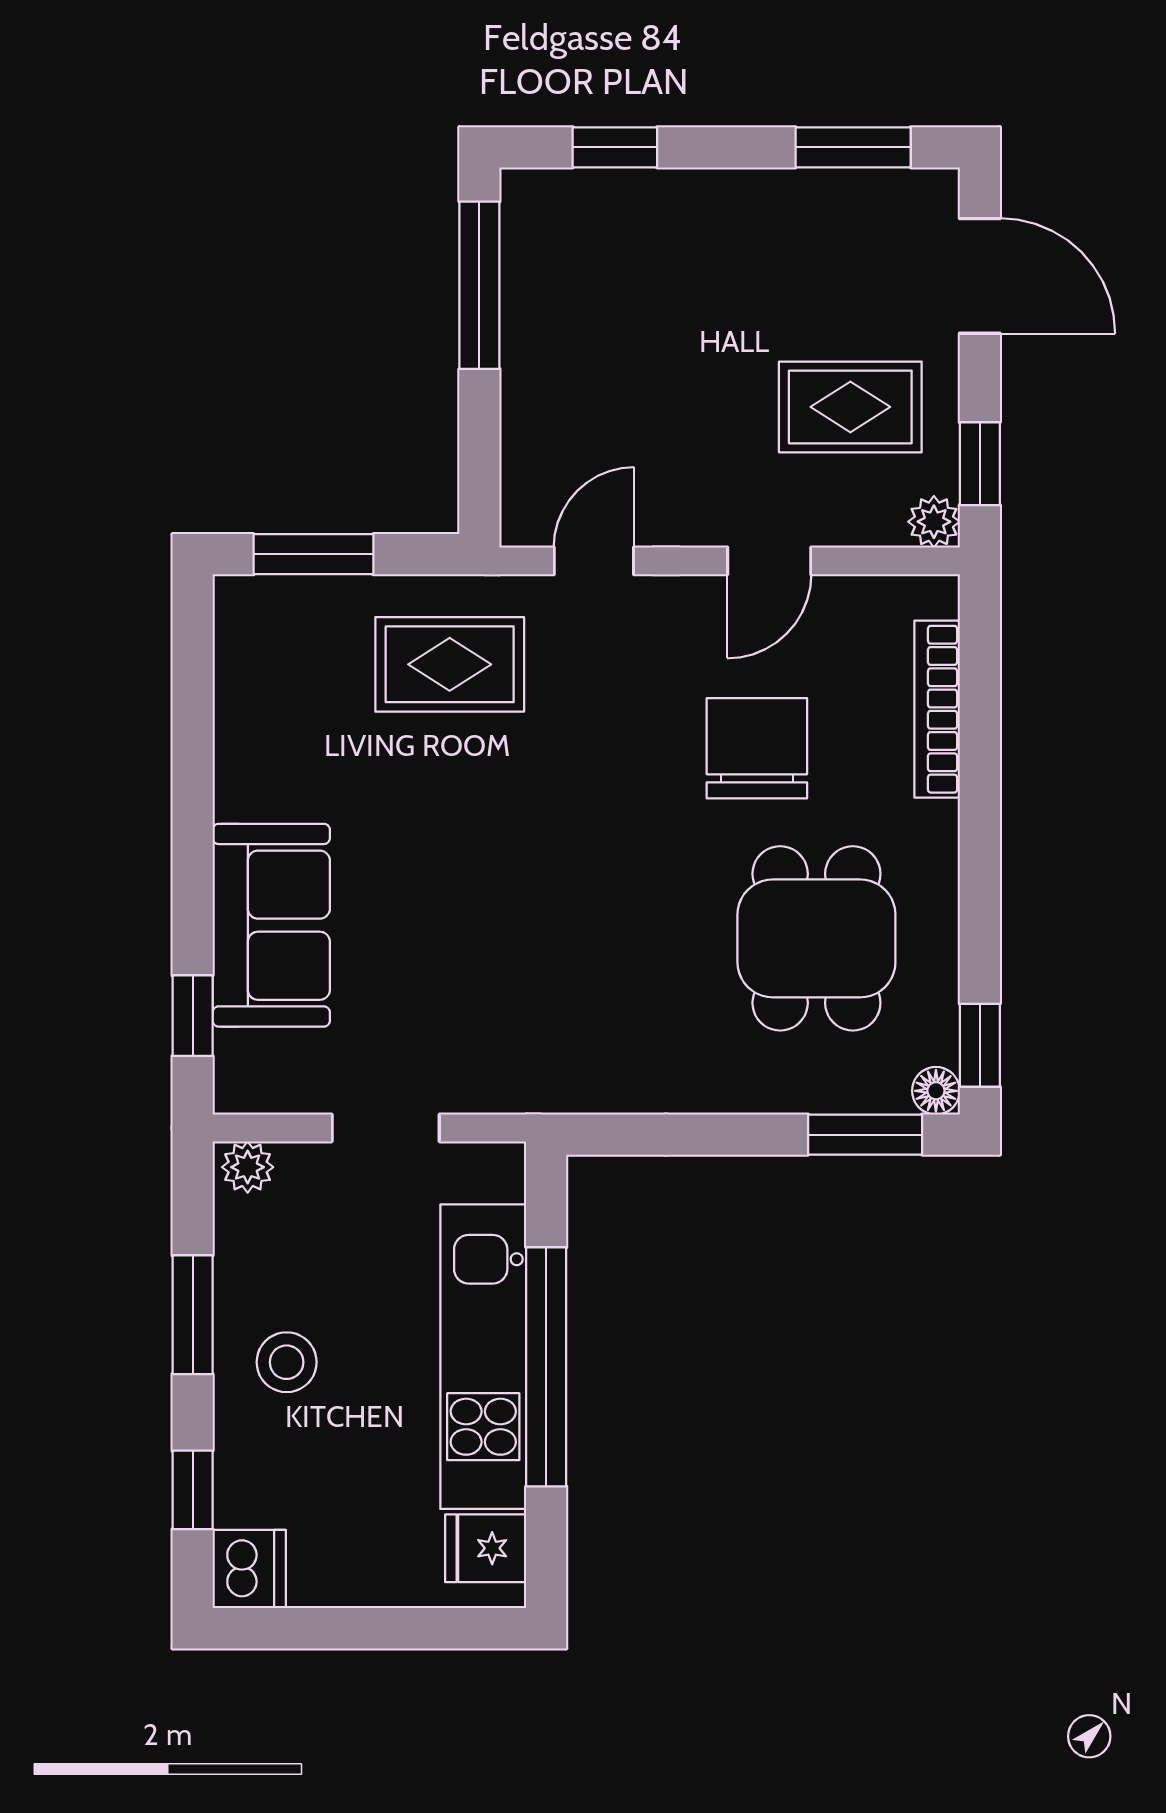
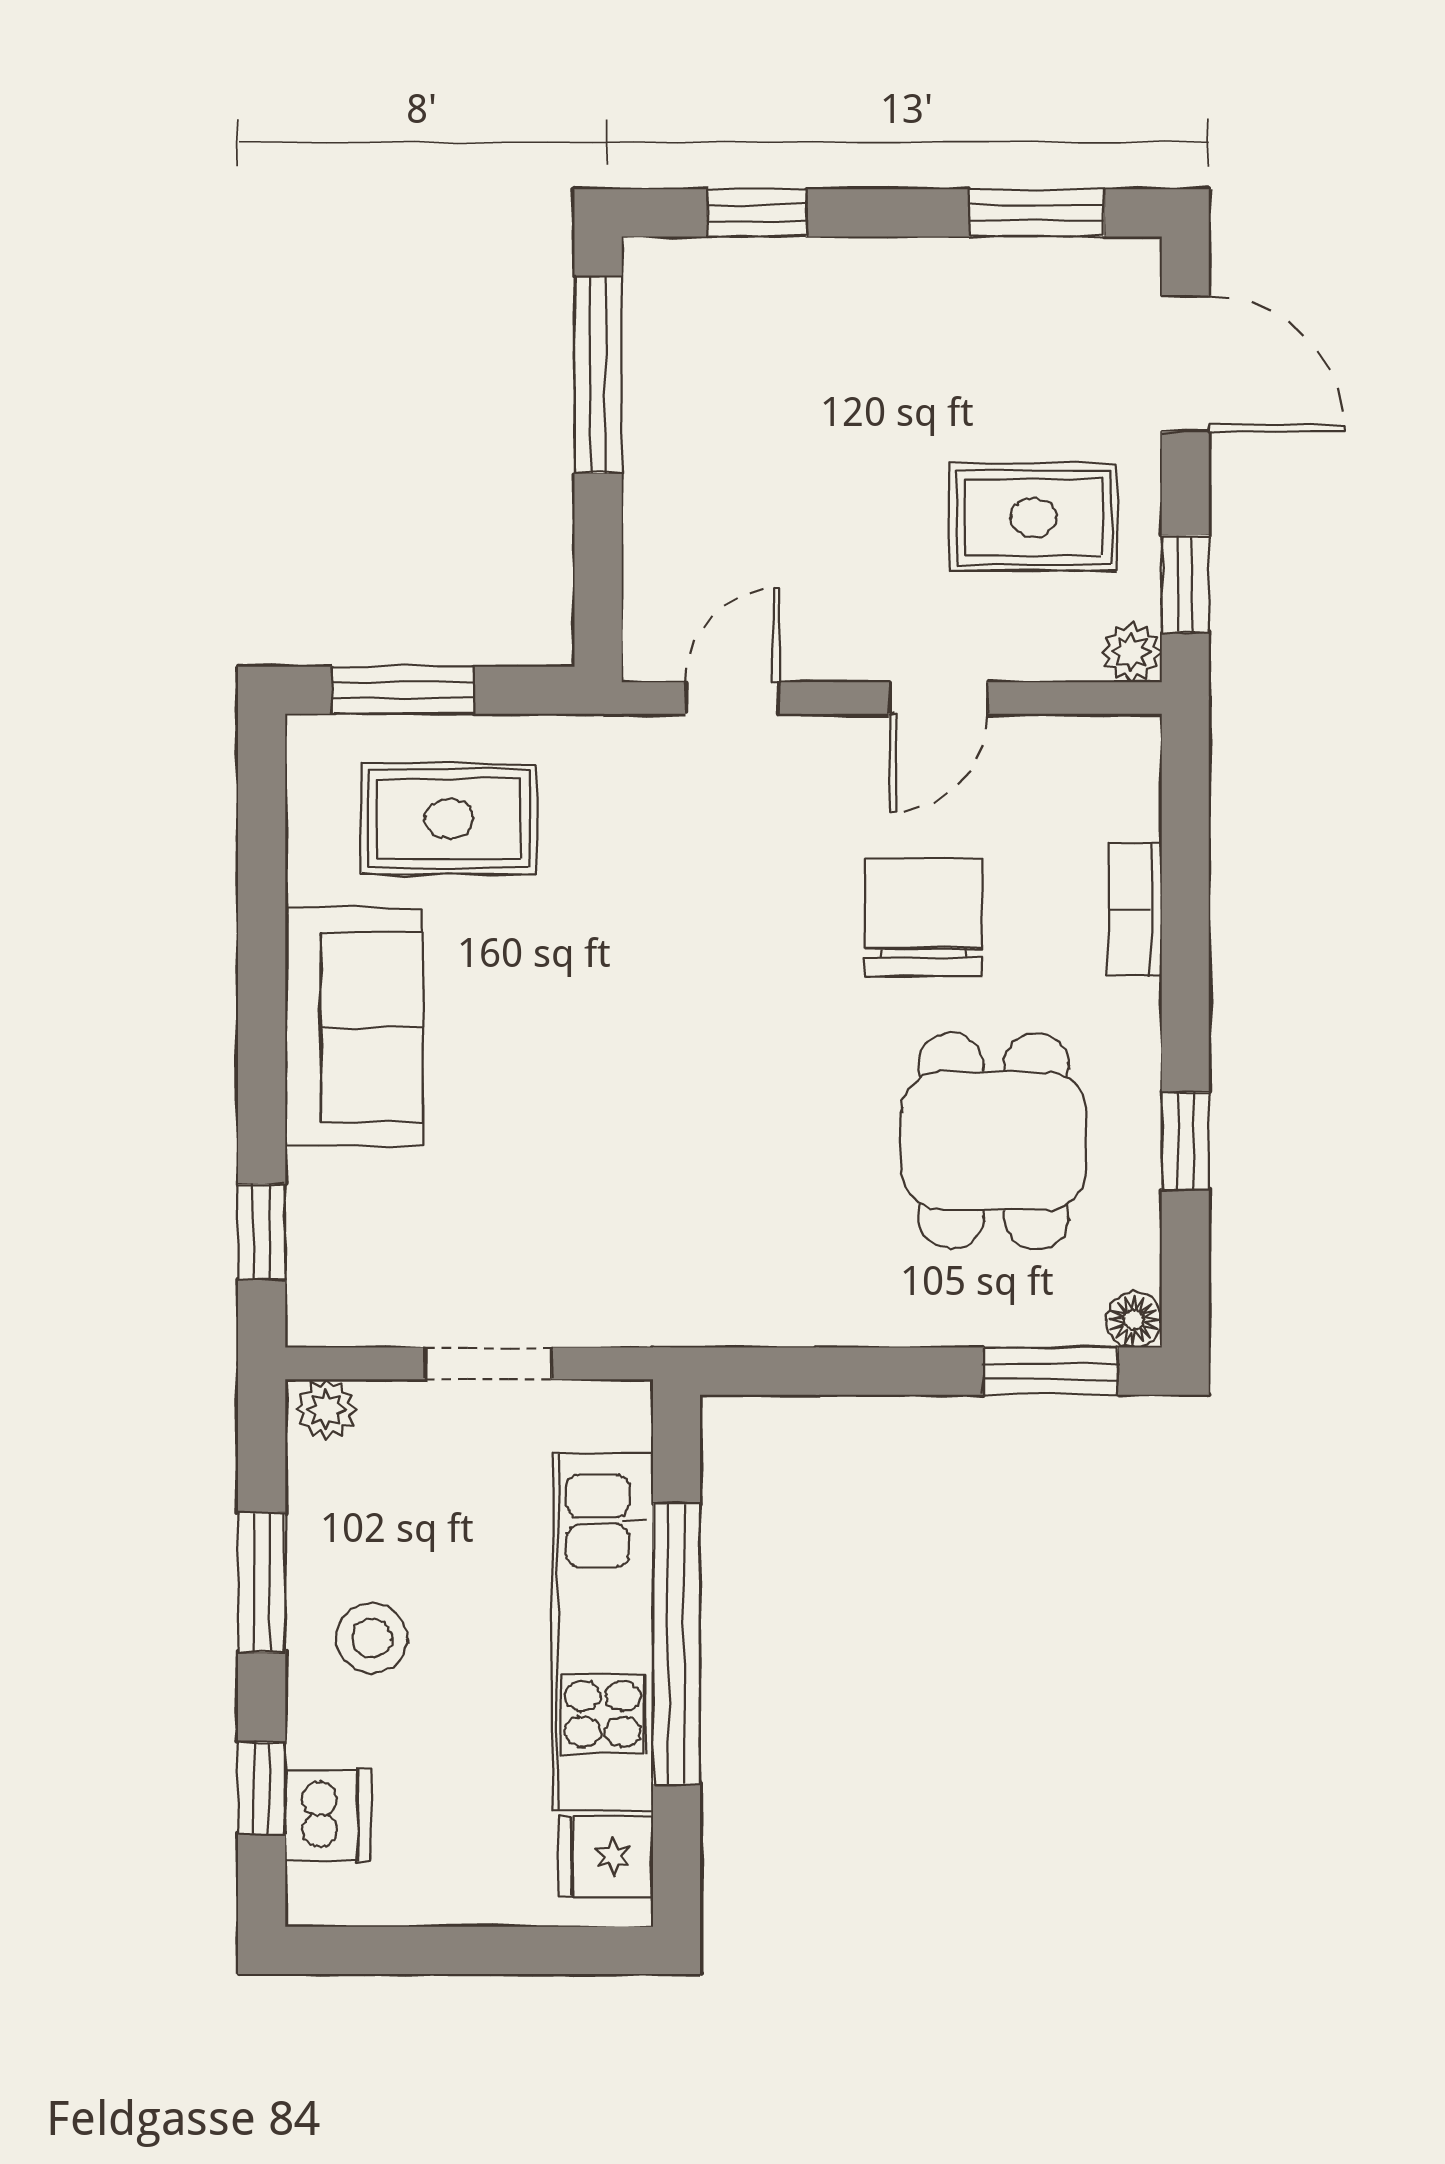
rug: (450, 664) -> (449, 819), moved
bookcase: (937, 709) -> (1135, 909), width x0.64
sofa: (271, 925) -> (354, 1027), moved
window: (980, 1045) -> (1185, 1141), moved
dishwasher: (249, 1569) -> (328, 1815), moved

